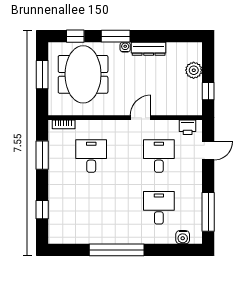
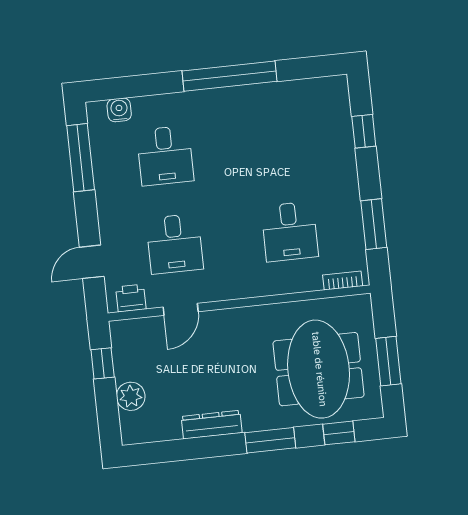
water cooler: (125, 47) -> (252, 423), removed
door: (141, 118) -> (181, 309), moved

